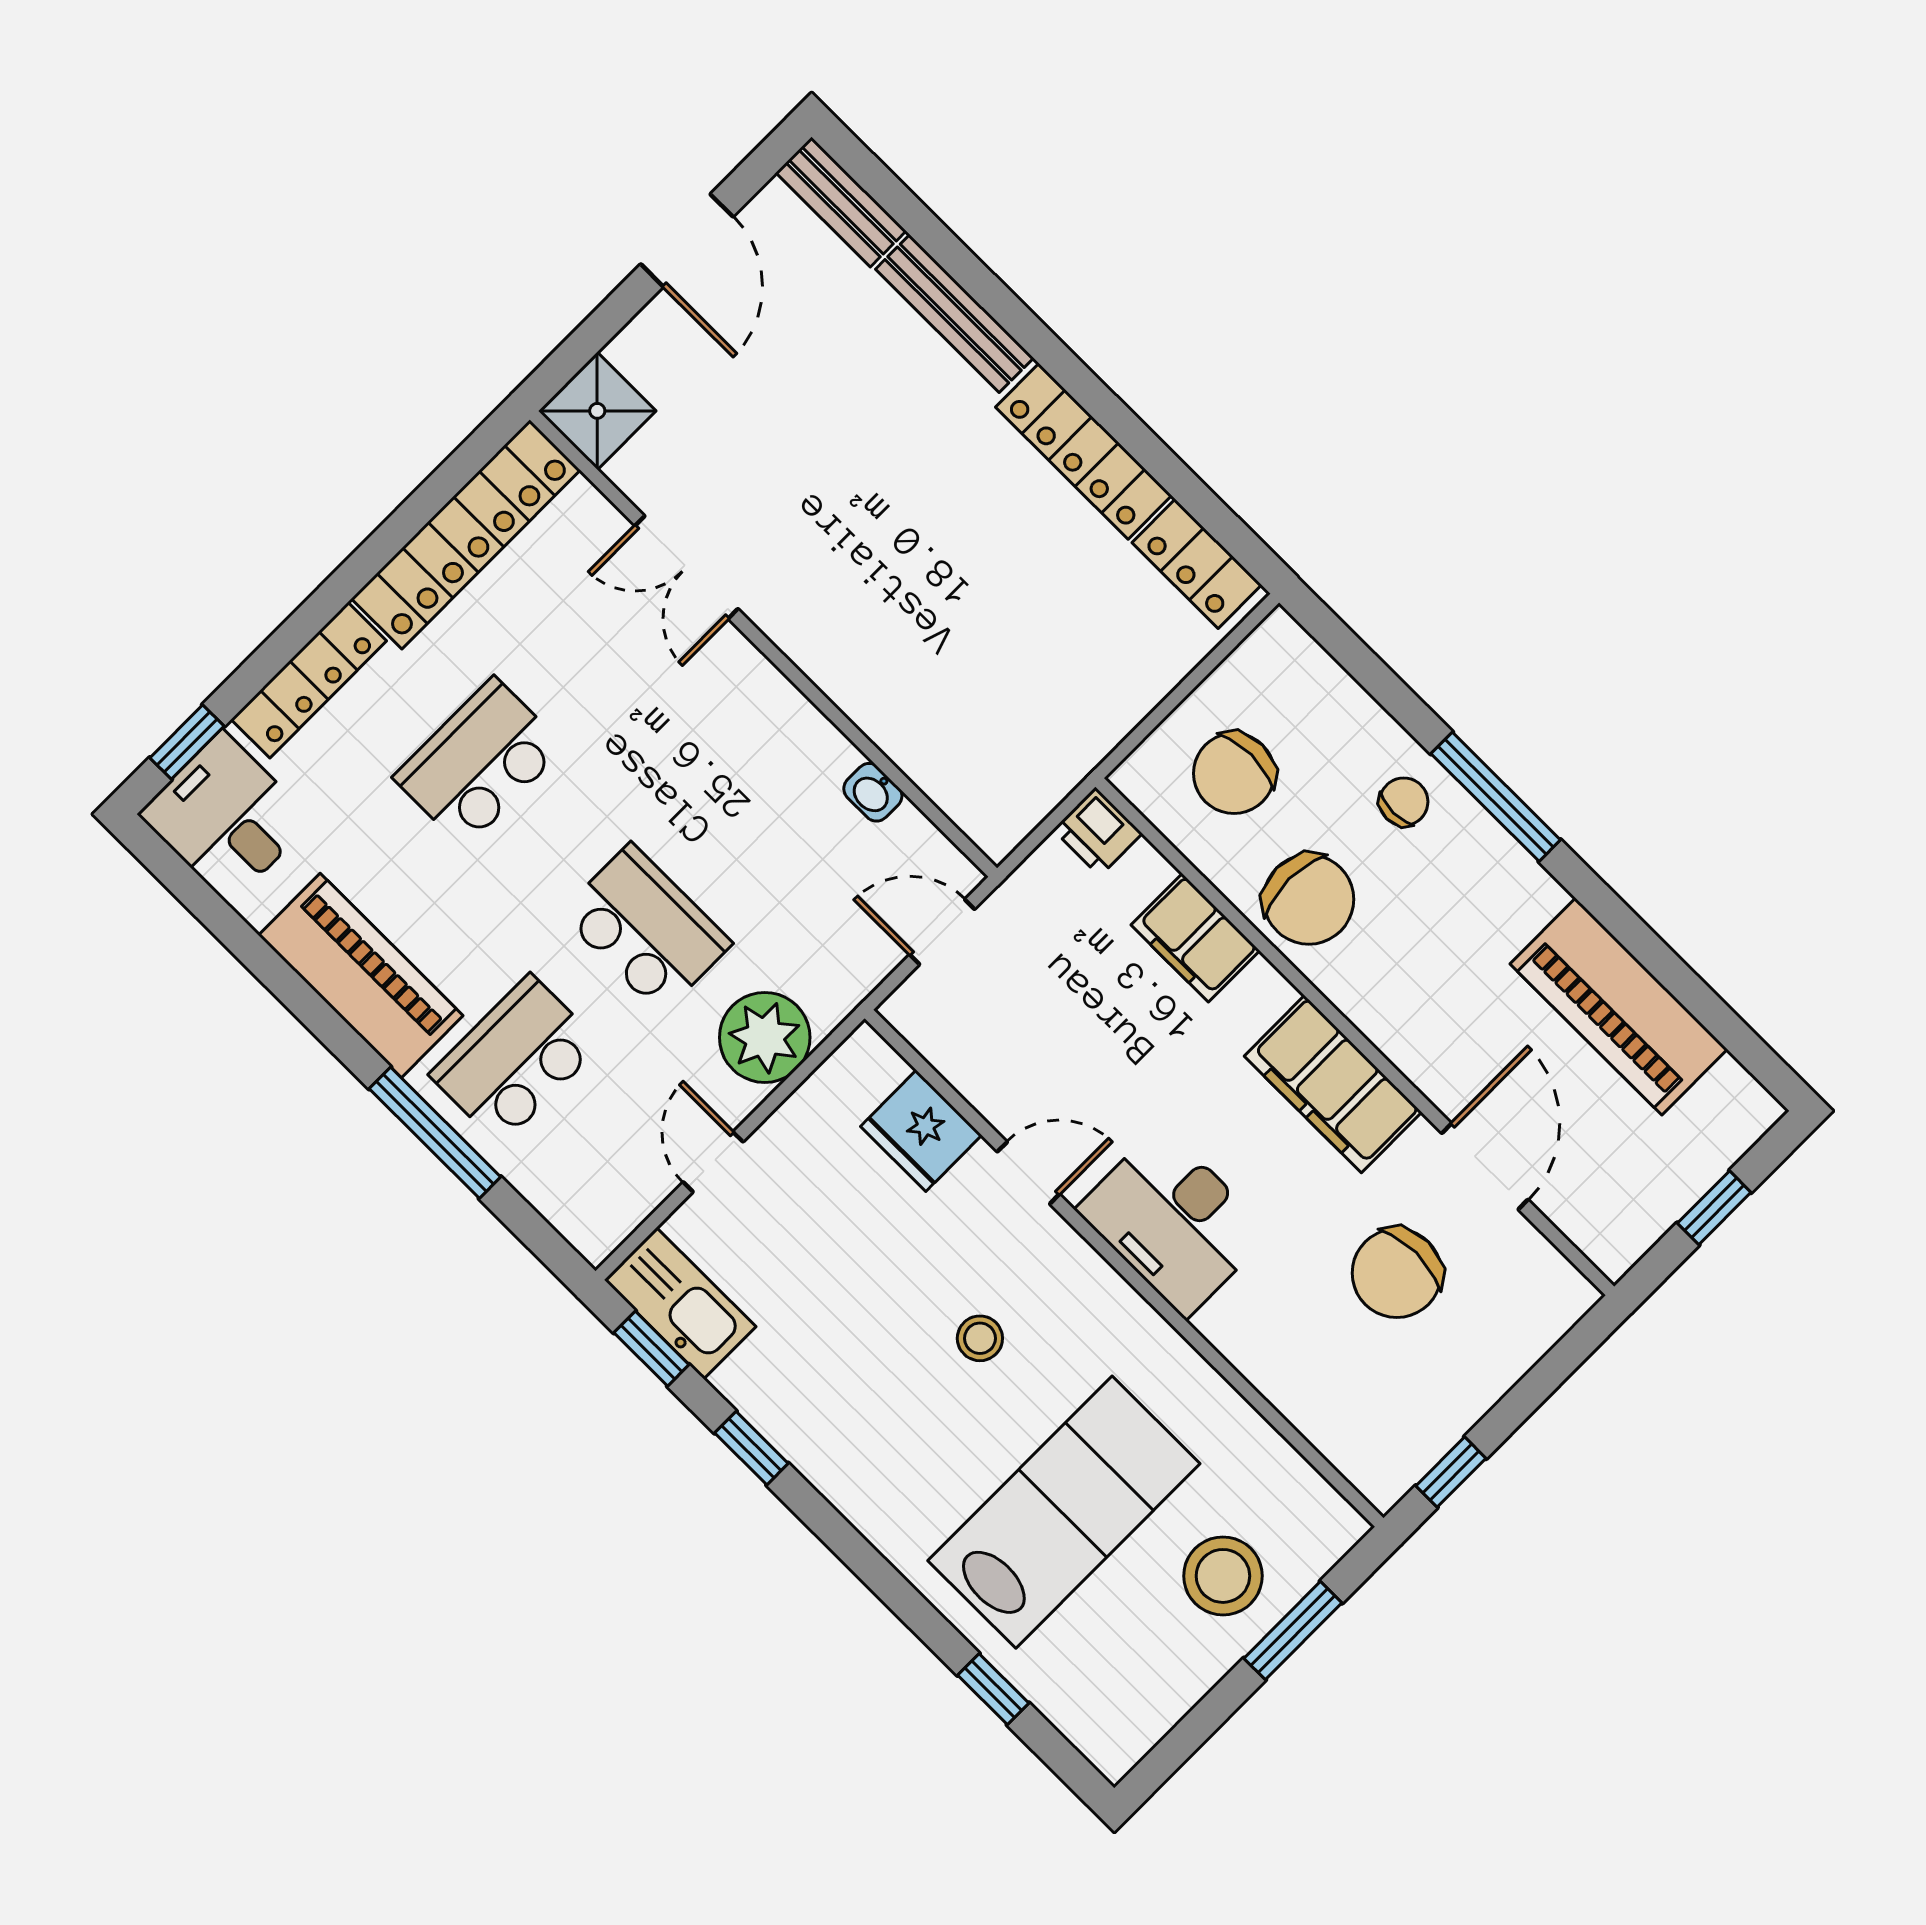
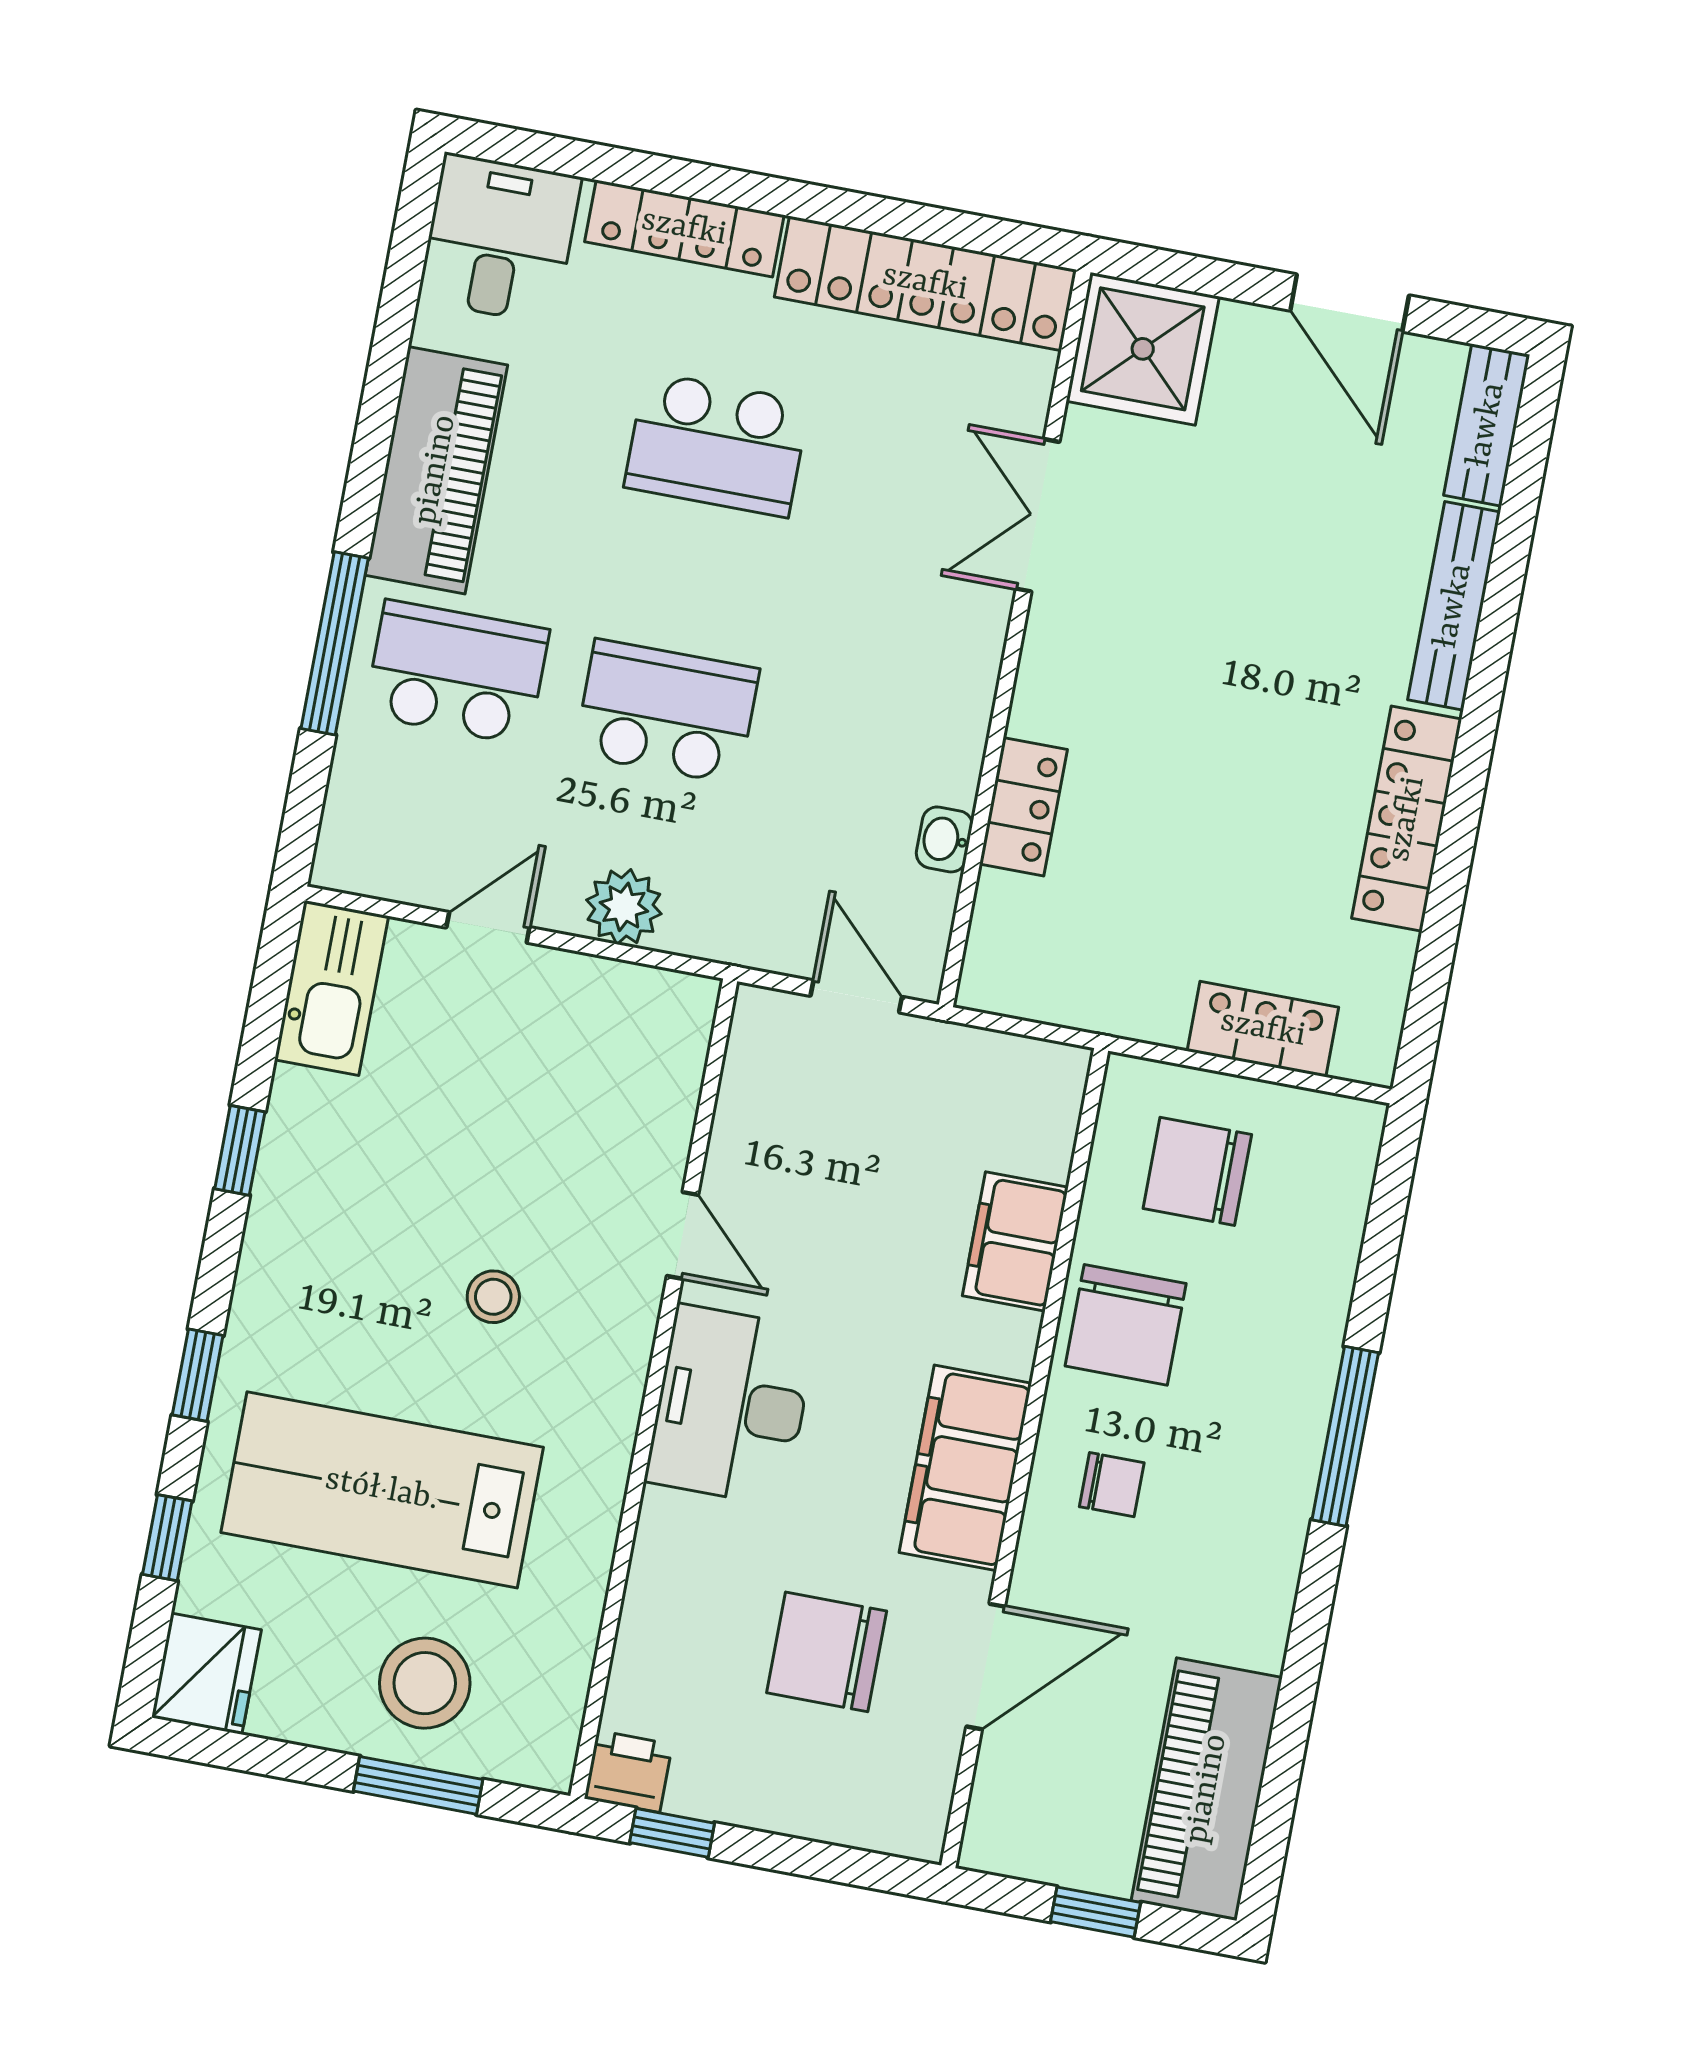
door: (687, 240) -> (1350, 303), hinge flipped
shower: (597, 411) -> (1143, 349), width x1.36, depth x1.36
locker: (1197, 564) -> (1263, 1029), moved, turned 90
locker: (888, 720) -> (1023, 807), added
window: (187, 742) -> (546, 153), removed
school desk: (479, 762) -> (717, 444), turned 180
chair: (1404, 802) -> (1112, 1485), moved
printer: (1098, 832) -> (628, 1771), moved, turned 90
school desk: (646, 929) -> (667, 712), turned -90
piano: (1619, 1006) -> (1207, 1789), moved
plant: (765, 1037) -> (624, 907), width x0.73, depth x0.73
fridge: (921, 1131) -> (206, 1674), moved, turned 180
window: (651, 1349) -> (198, 1375), moved
lab bench: (1064, 1512) -> (382, 1490), turned 180

